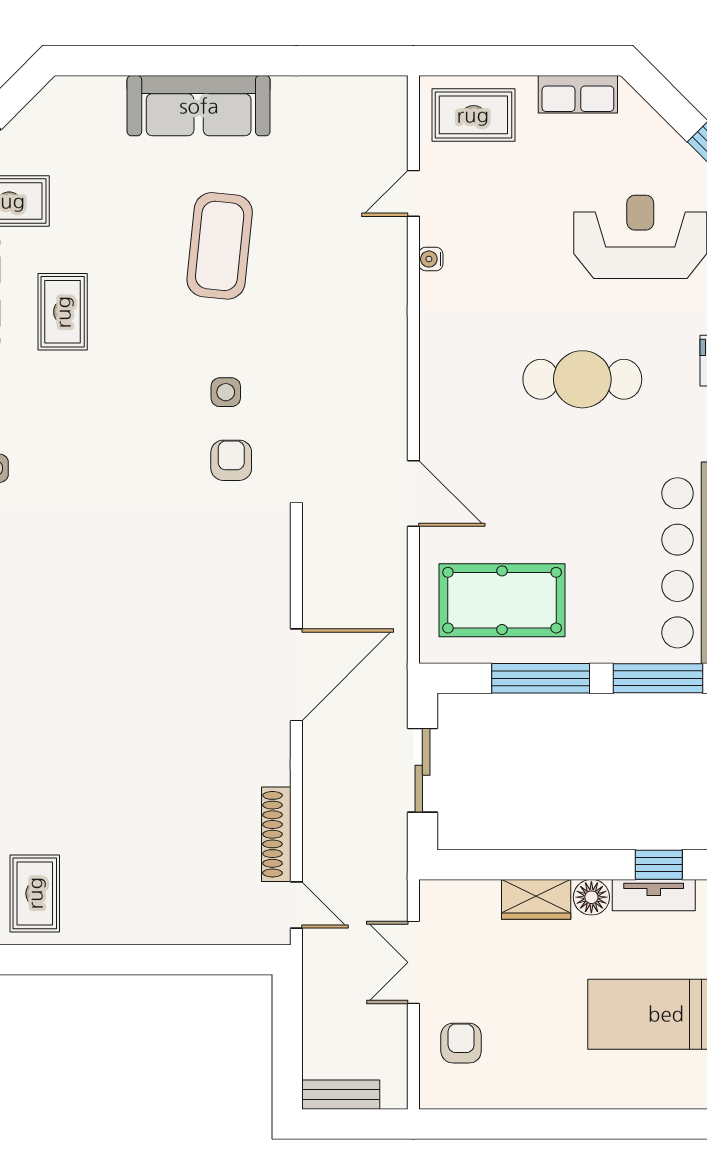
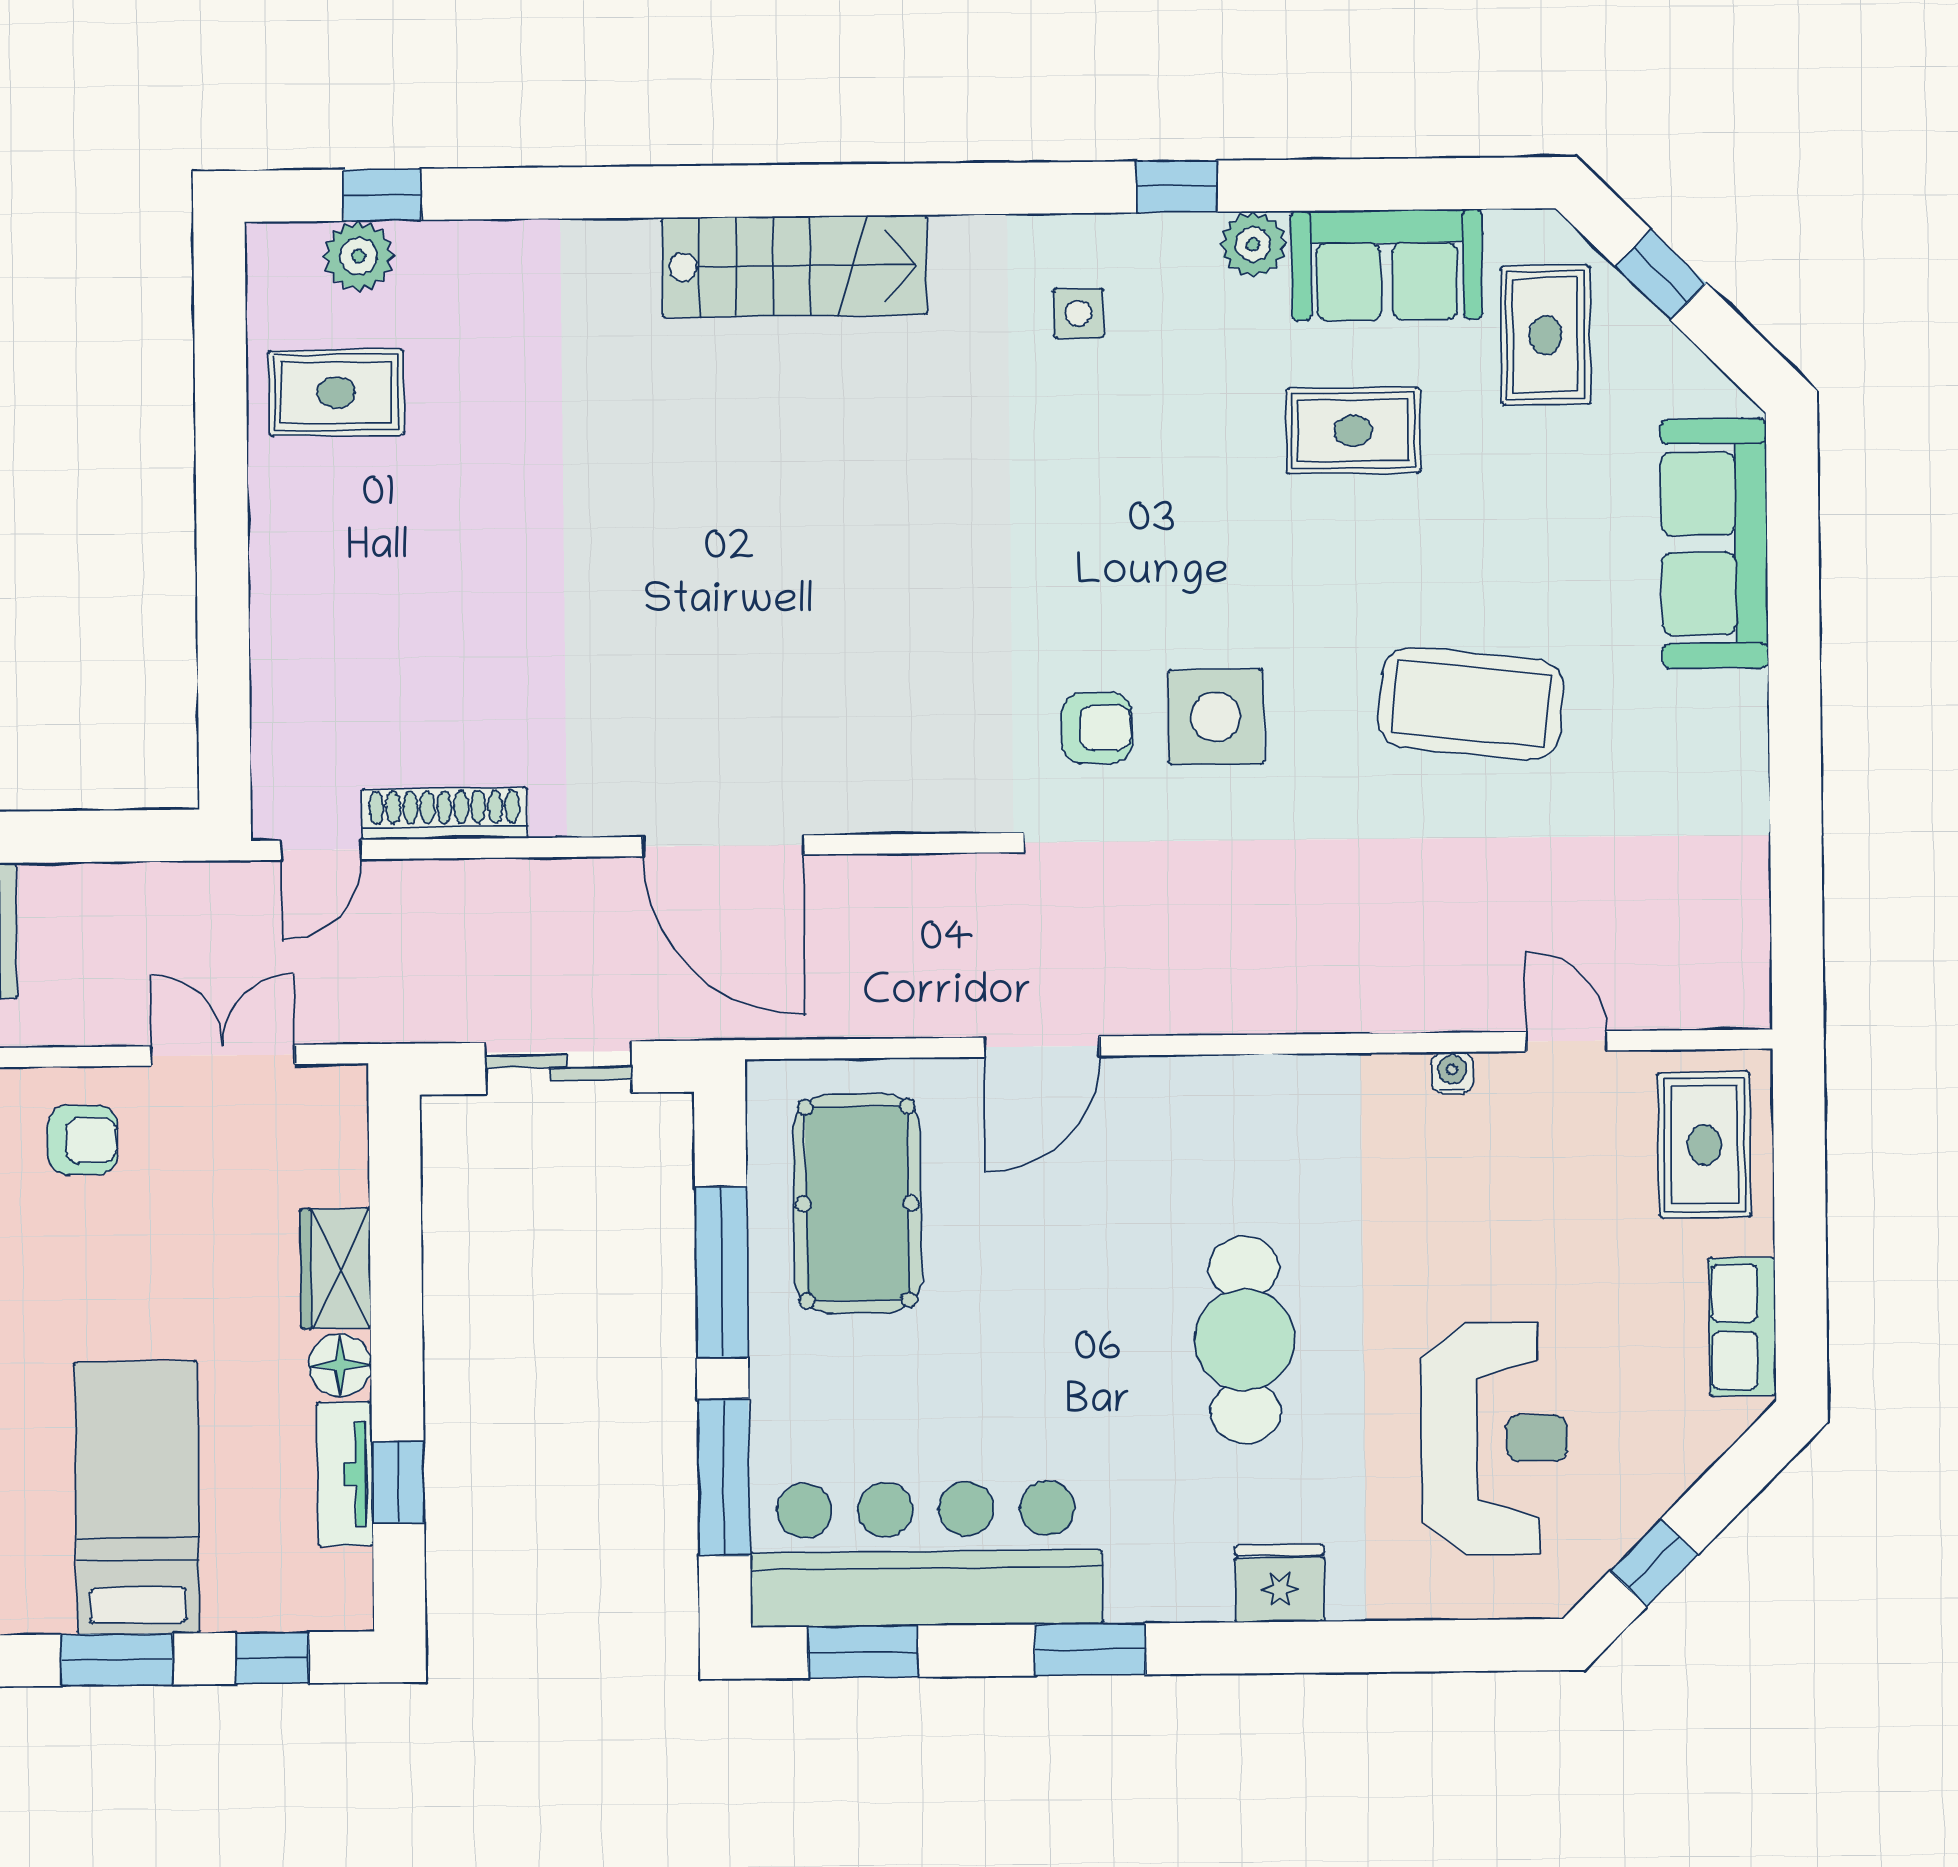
sofa: (199, 106) -> (1714, 544), moved
side table: (226, 392) -> (1216, 717), width x1.87, depth x1.87

